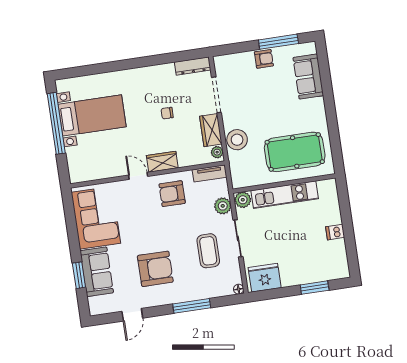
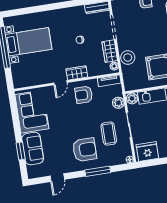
door: (138, 176) -> (60, 83), swing flipped
armchair: (155, 269) -> (85, 150), moved

